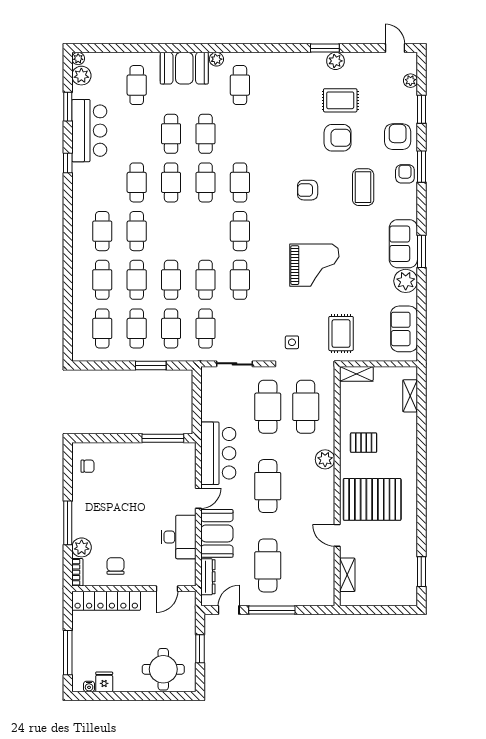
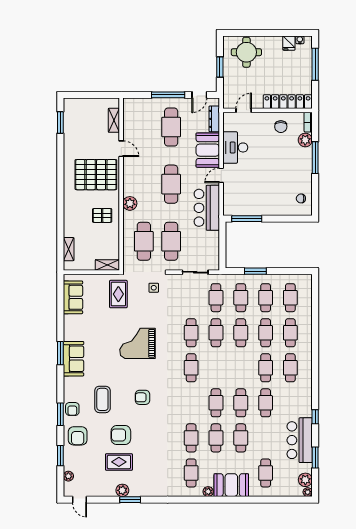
cafe table: (240, 182) -> (191, 438), moved
armchair: (308, 190) -> (142, 397), turned 180
plant: (406, 281) -> (72, 332), removed

